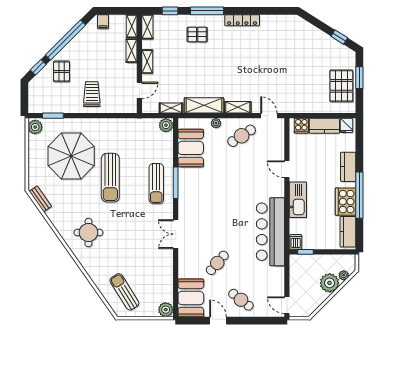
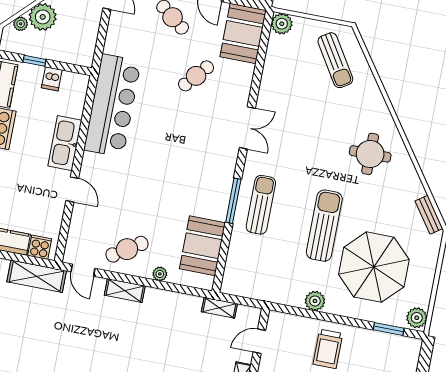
shelving: (204, 105) -> (37, 276), moved
plant: (166, 125) -> (315, 301), moved
dishwasher: (296, 242) -> (52, 79), moved
window: (306, 252) -> (34, 61), moved

